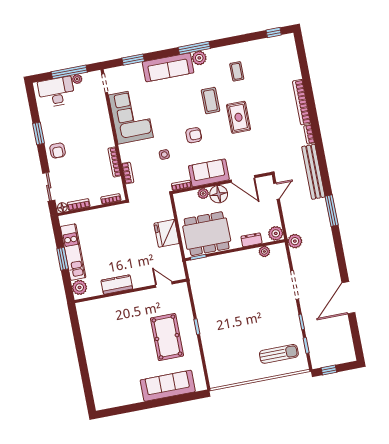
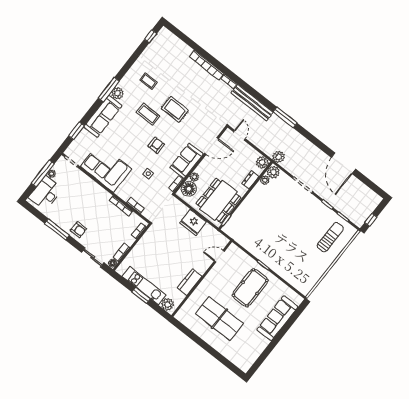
window: (38, 133) -> (57, 229), width x1.44
floor lamp: (219, 194) -> (189, 189), moved
plant: (278, 251) -> (273, 172), added
pool table: (167, 337) -> (250, 288), turned 90
table tennis table: (115, 341) -> (219, 319), added

